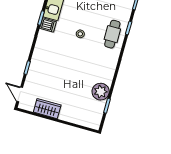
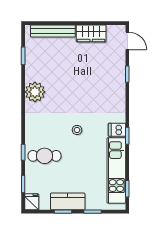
cafe table: (112, 34) -> (45, 156), moved, turned 90
plant: (101, 92) -> (35, 92), moved
bench: (77, 119) -> (53, 31), added

